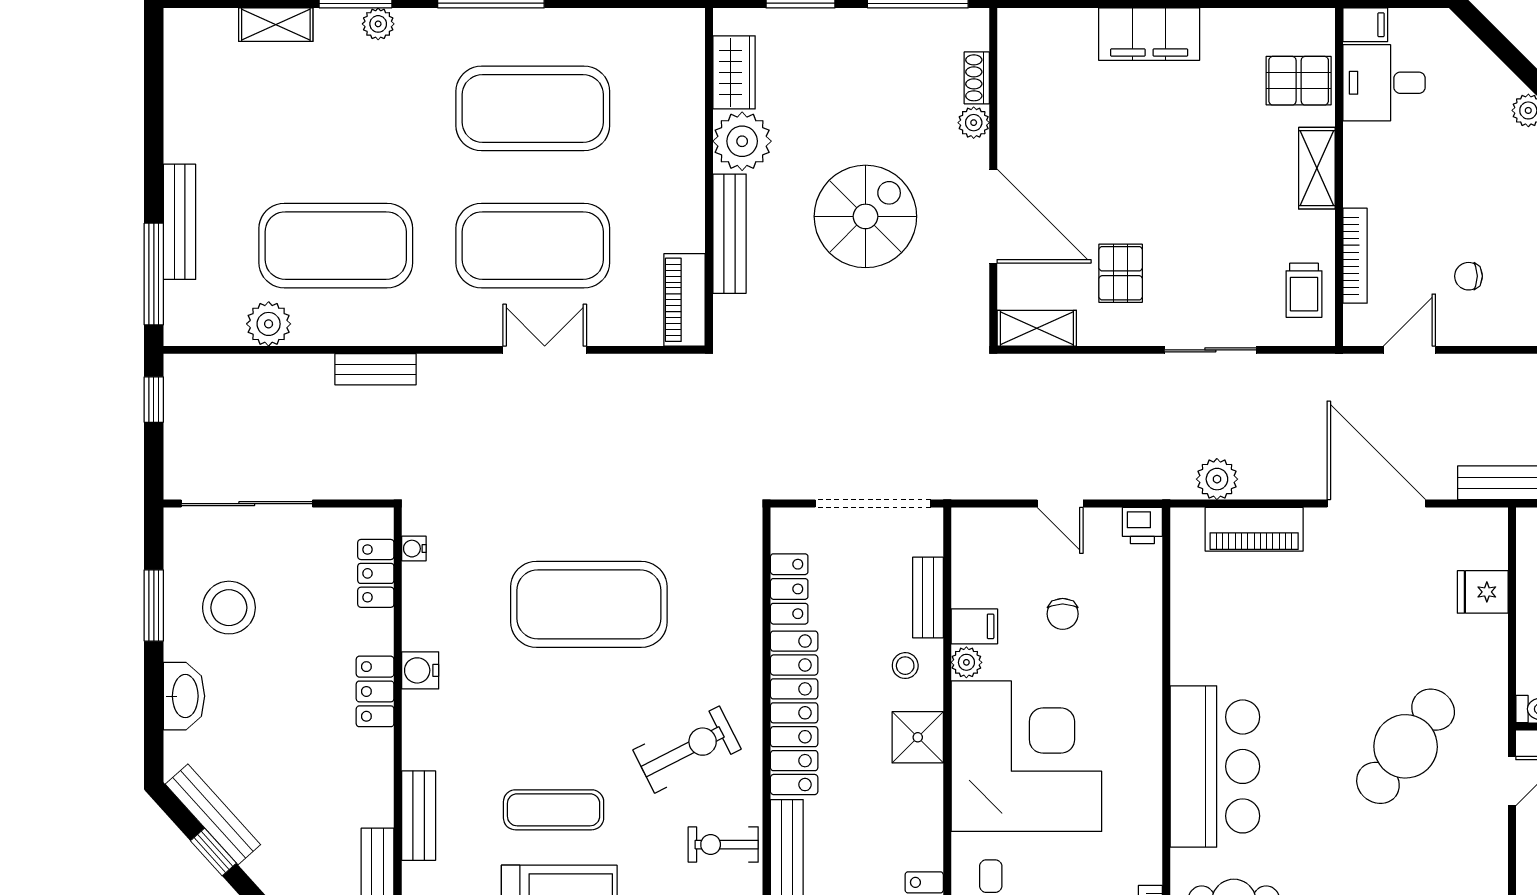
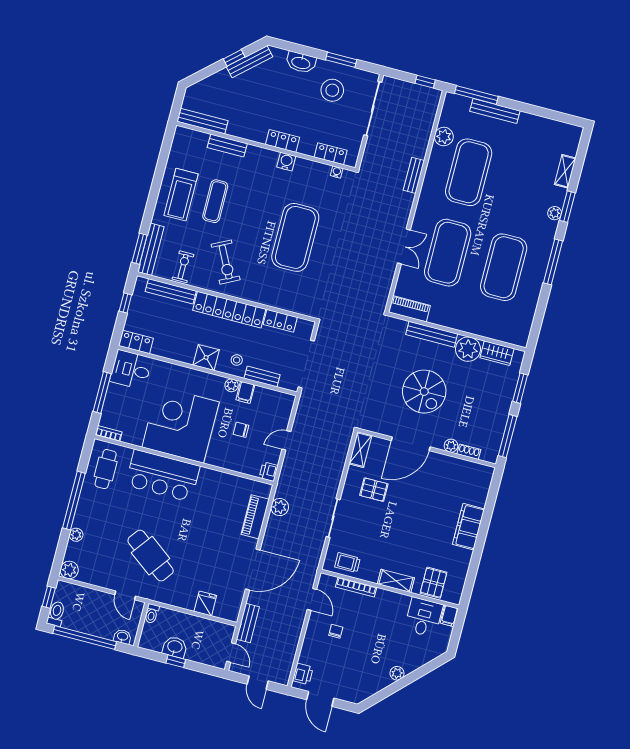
corner desk: (1026, 756) -> (181, 425), moved, turned 180

